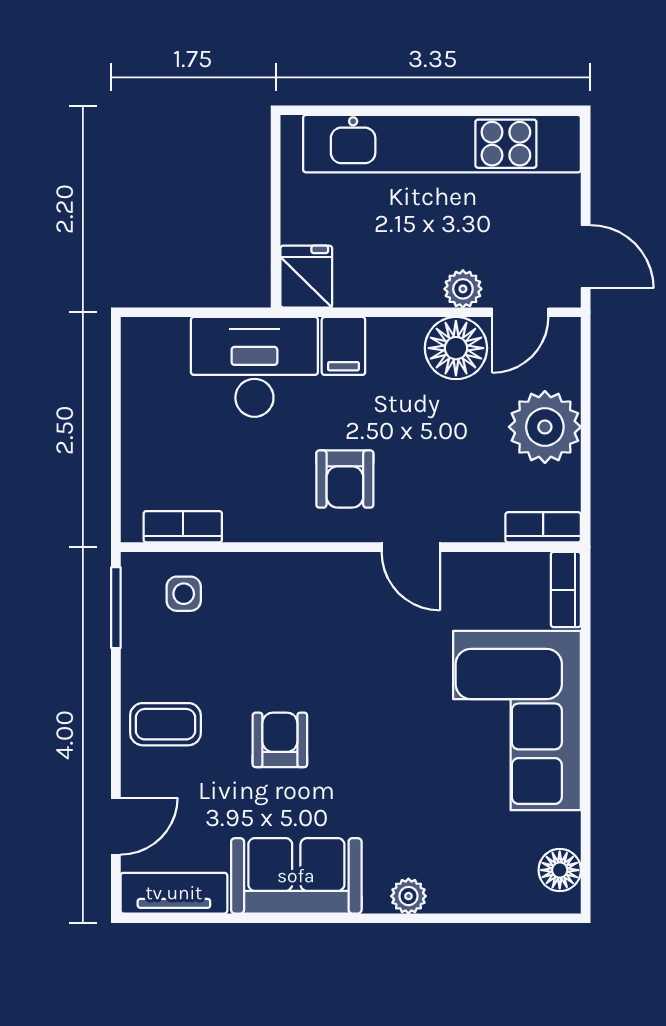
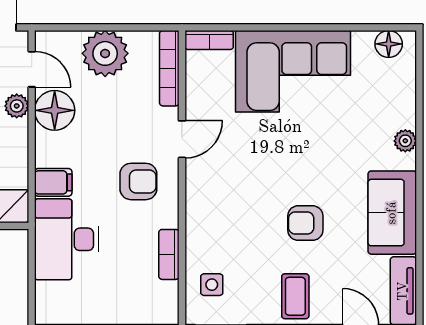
bookcase: (183, 527) -> (169, 254), moved
bookcase: (543, 527) -> (169, 68), width x1.56

